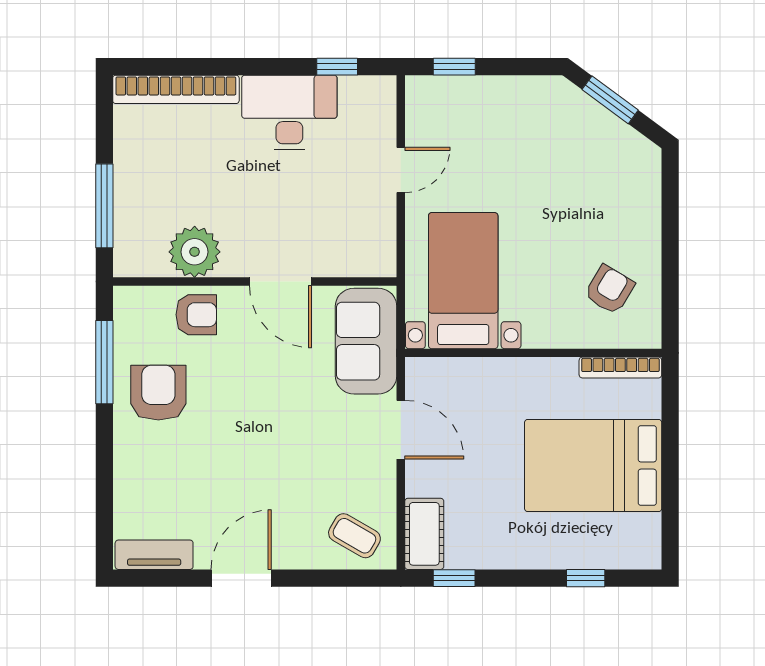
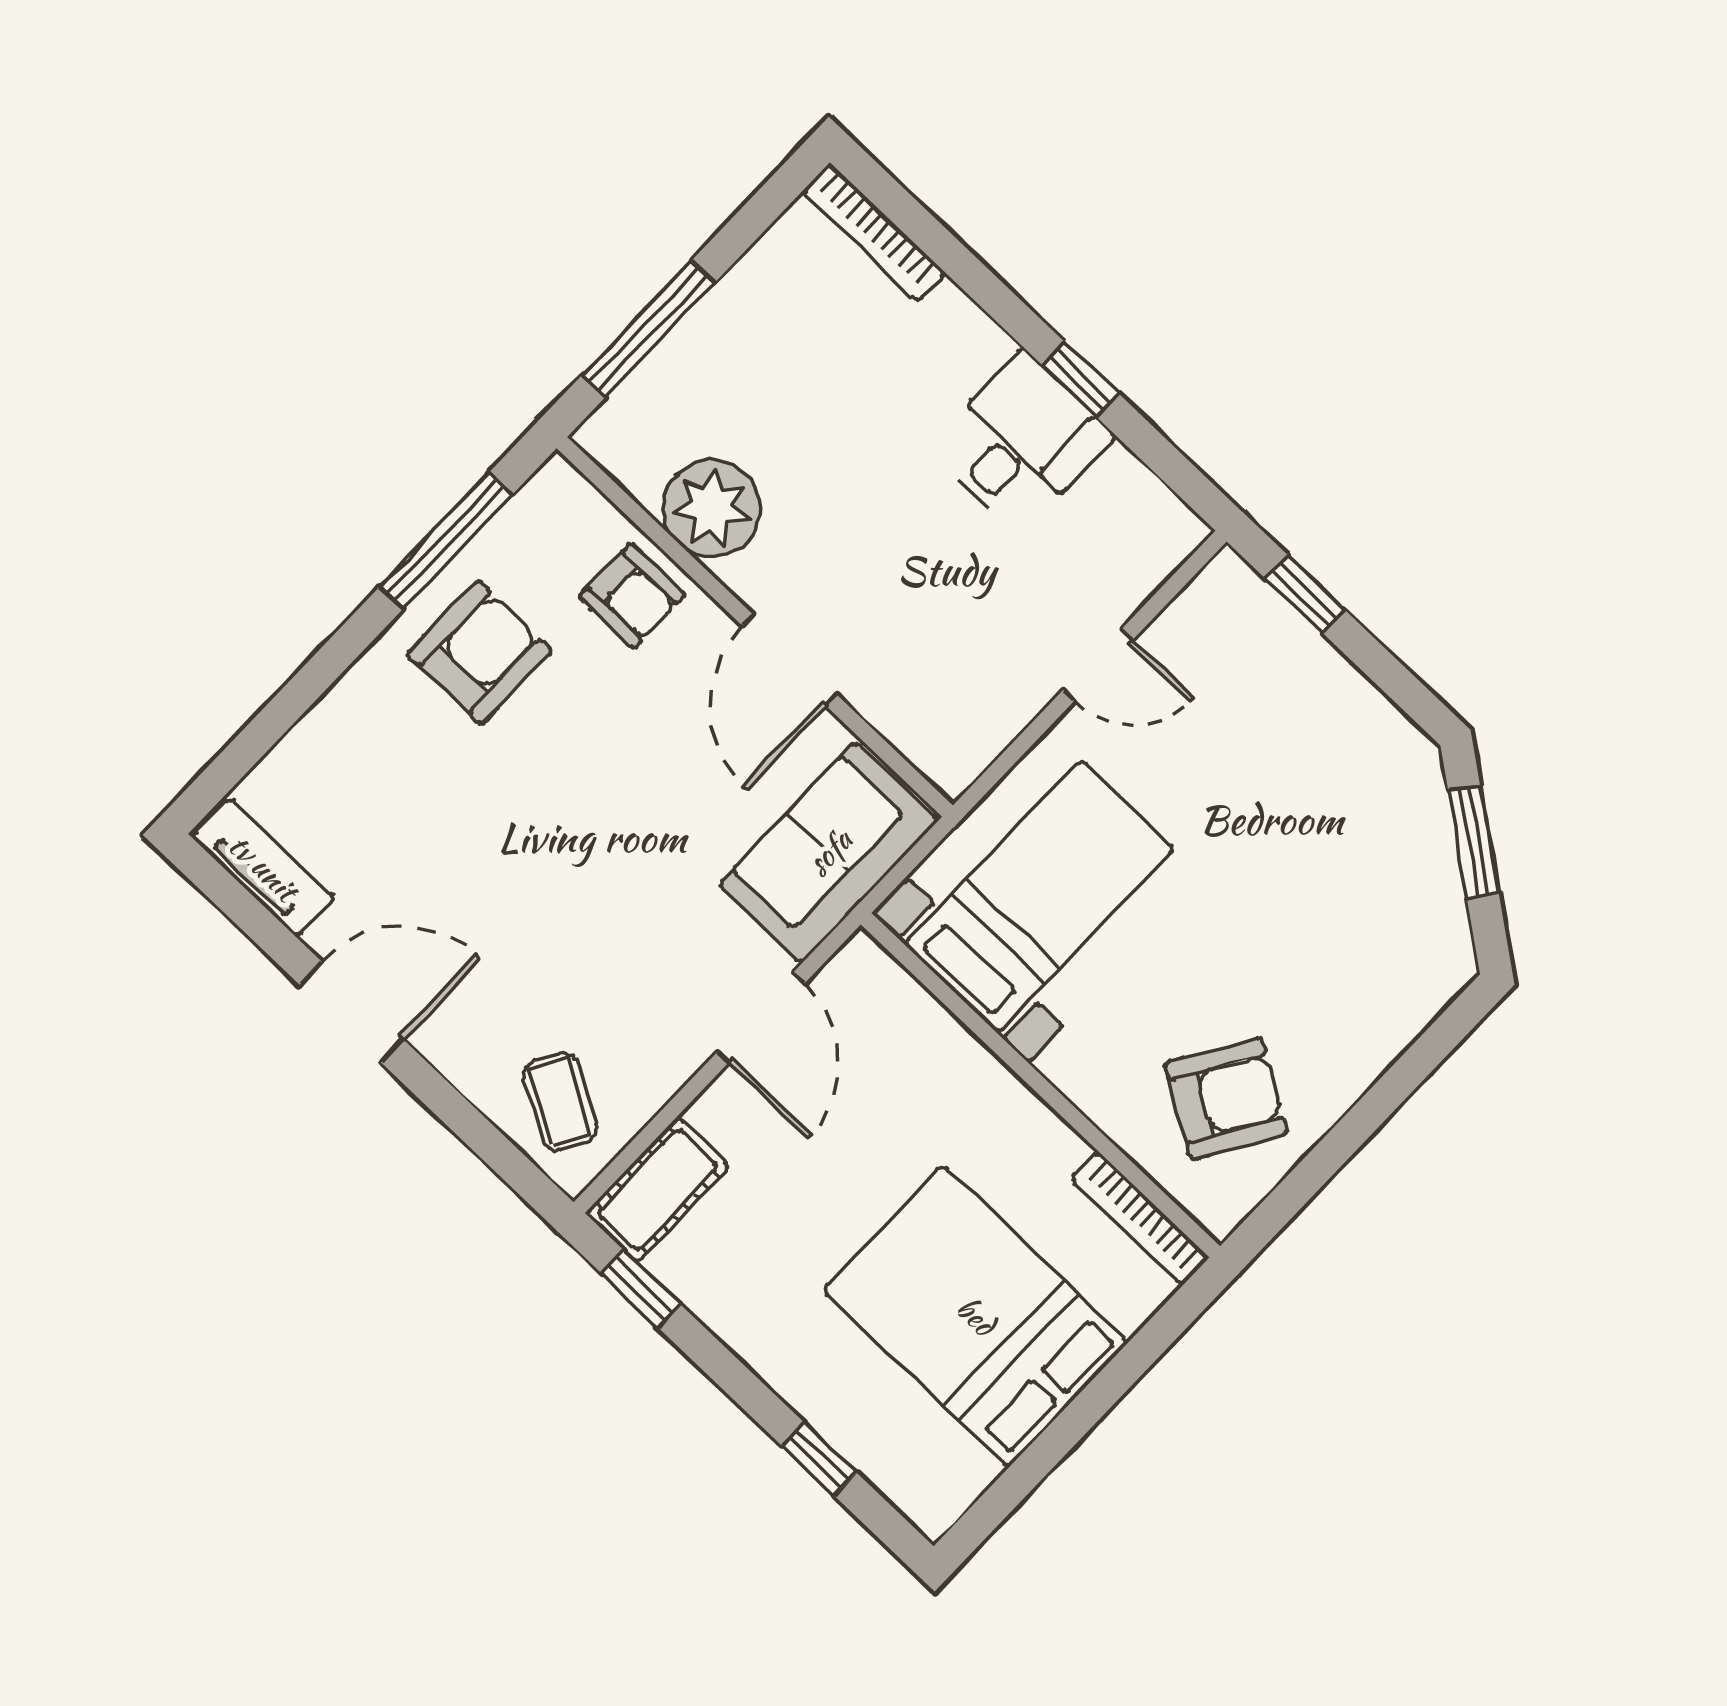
window: (337, 67) -> (1080, 379), moved
bookcase: (176, 89) -> (874, 232), width x0.68, depth x0.76
desk: (289, 112) -> (1021, 442), width x0.73
armchair: (609, 290) -> (1226, 1098), width x1.38, depth x1.38

